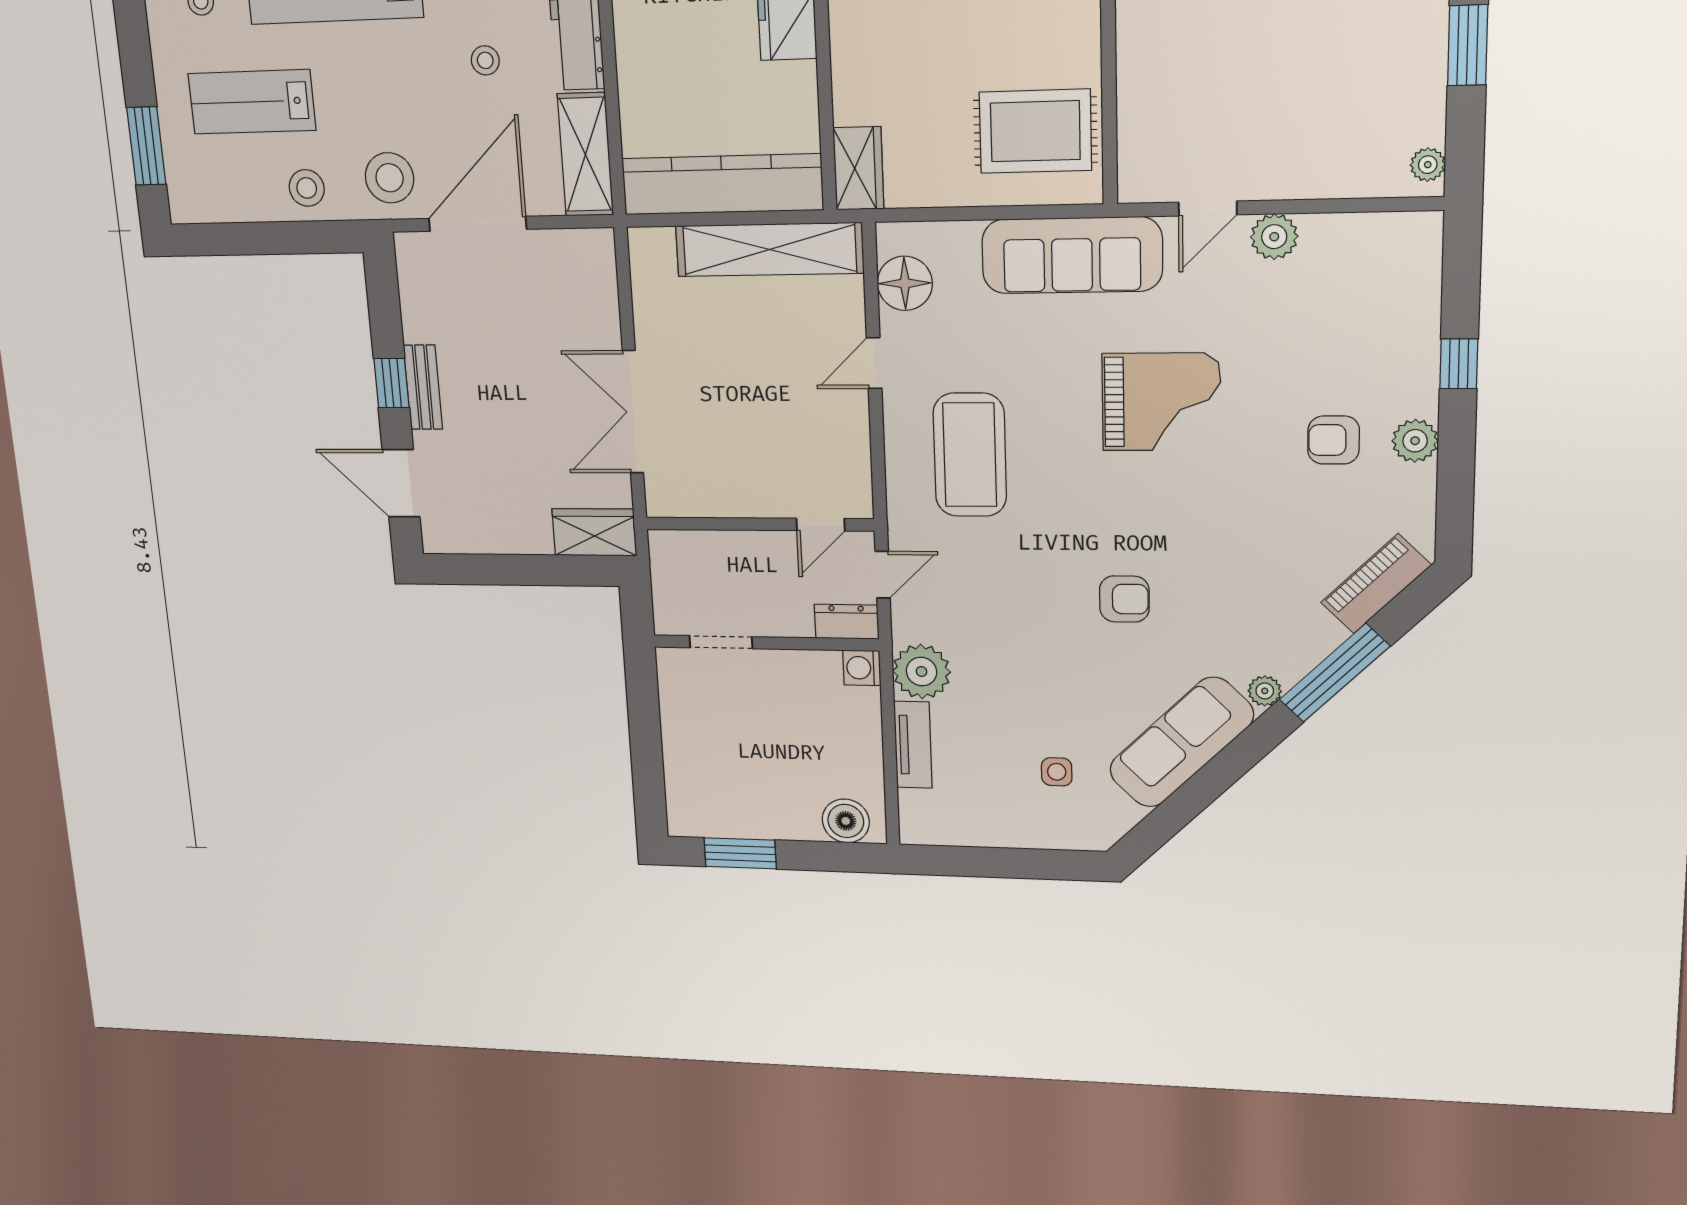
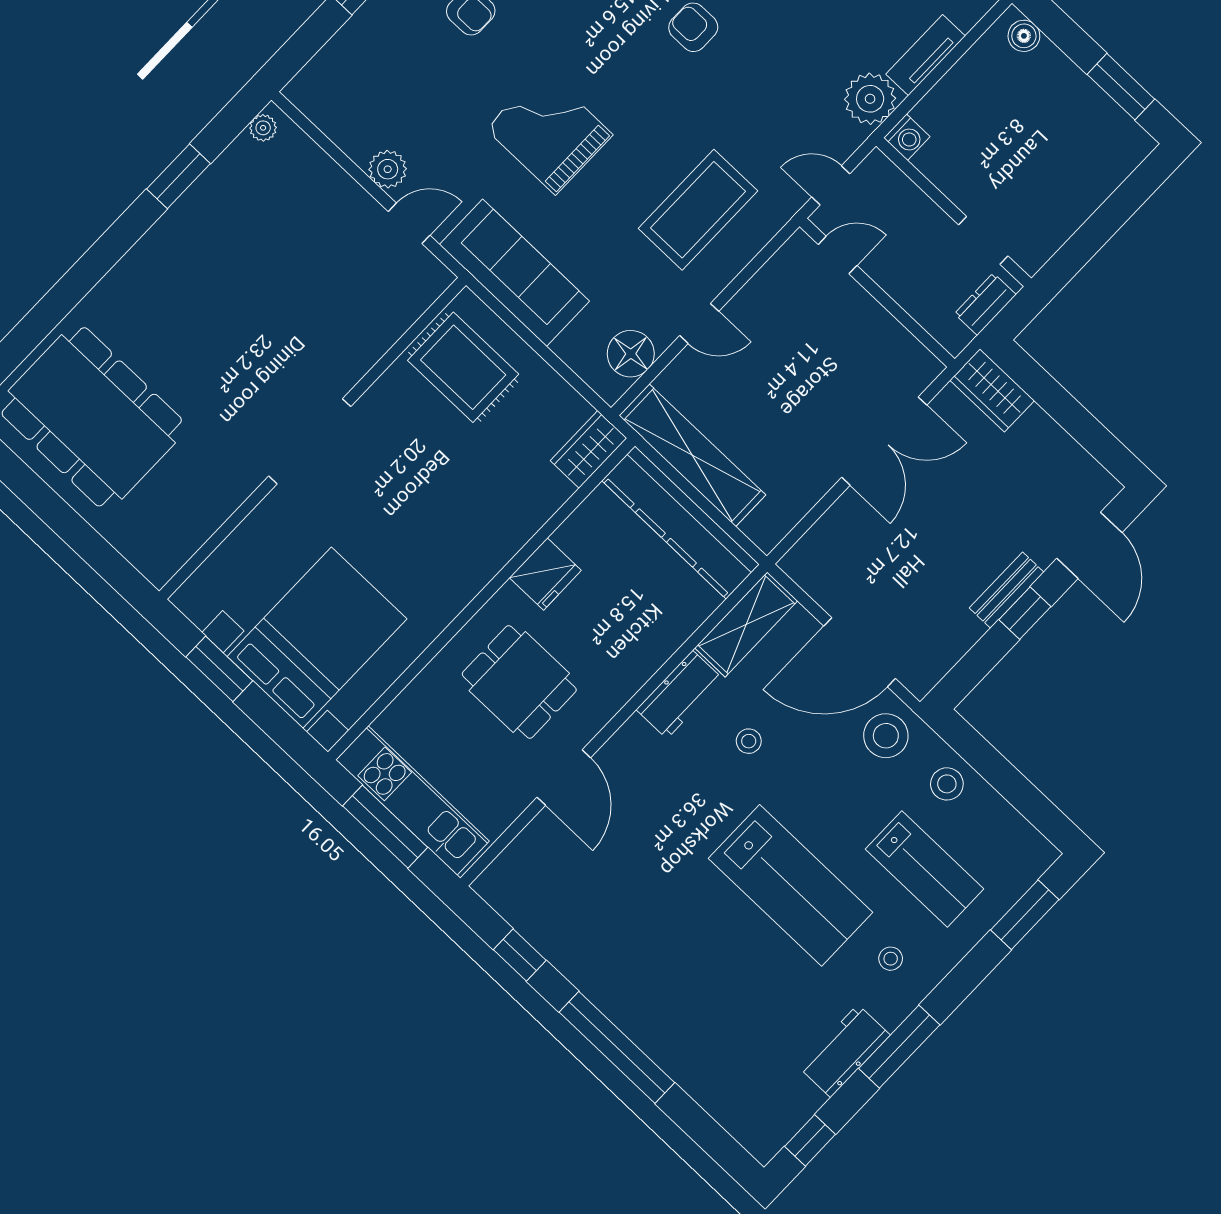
dresser: (847, 622) -> (985, 304), moved, turned 90
boiler: (846, 821) -> (1024, 36), width x0.73, depth x0.73

